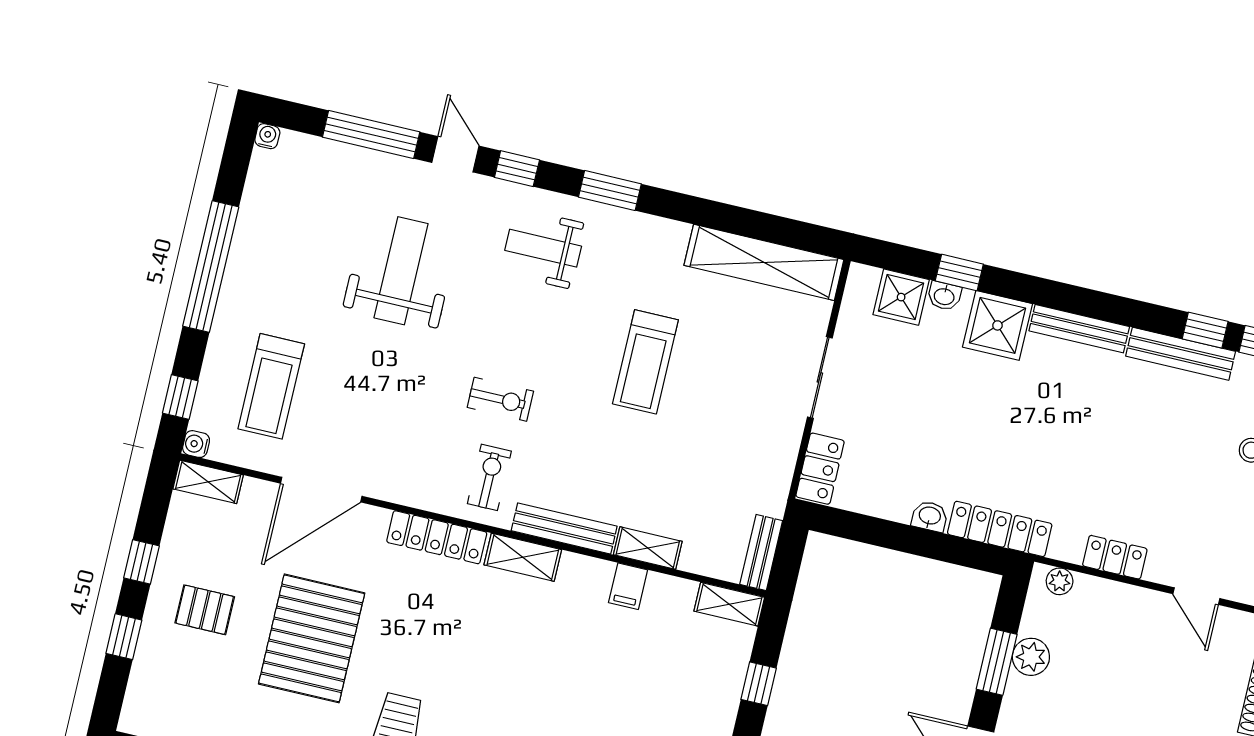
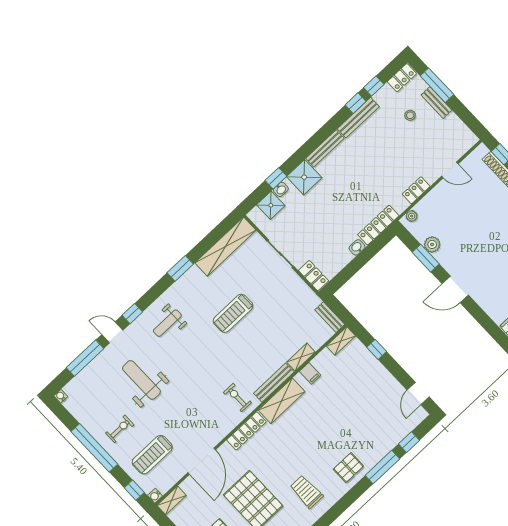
window: (610, 190) -> (180, 268), moved
treadmill: (645, 362) -> (233, 313), turned 90
treadmill: (271, 386) -> (152, 455), turned 90
exercise bike: (500, 399) -> (120, 429), moved
shelving: (523, 557) -> (282, 401), width x1.50, depth x1.33

